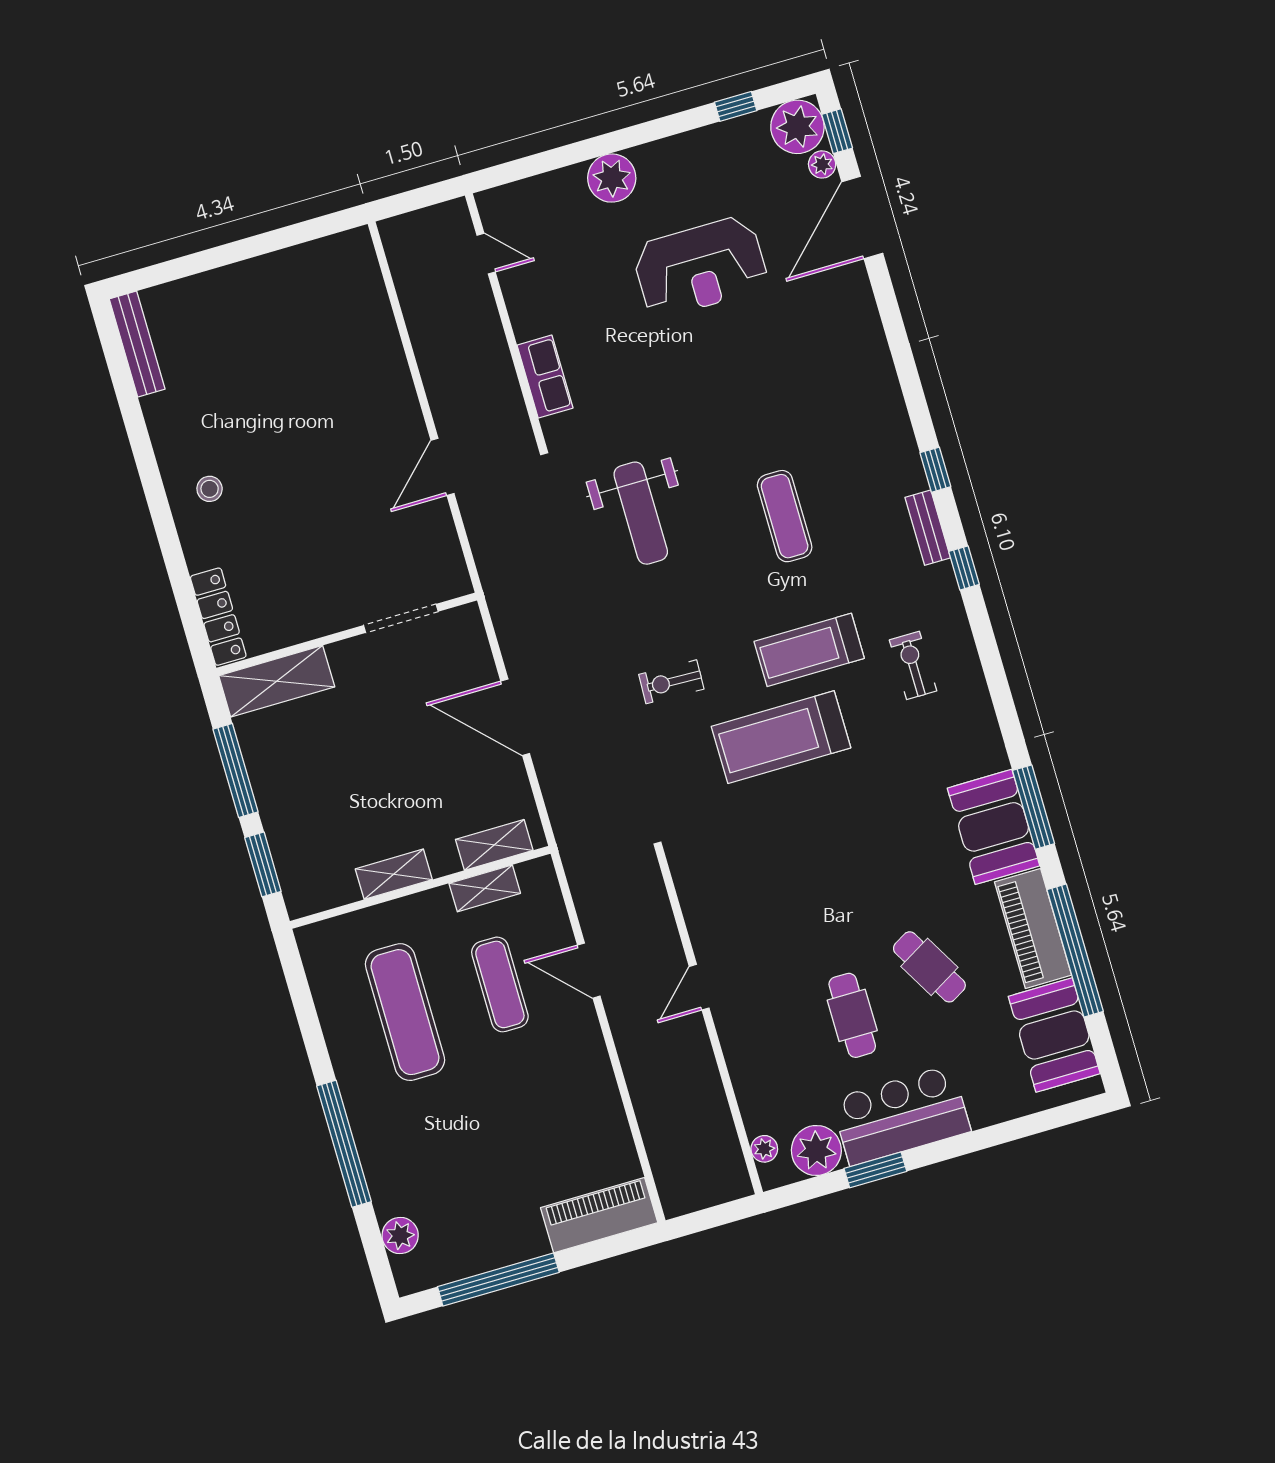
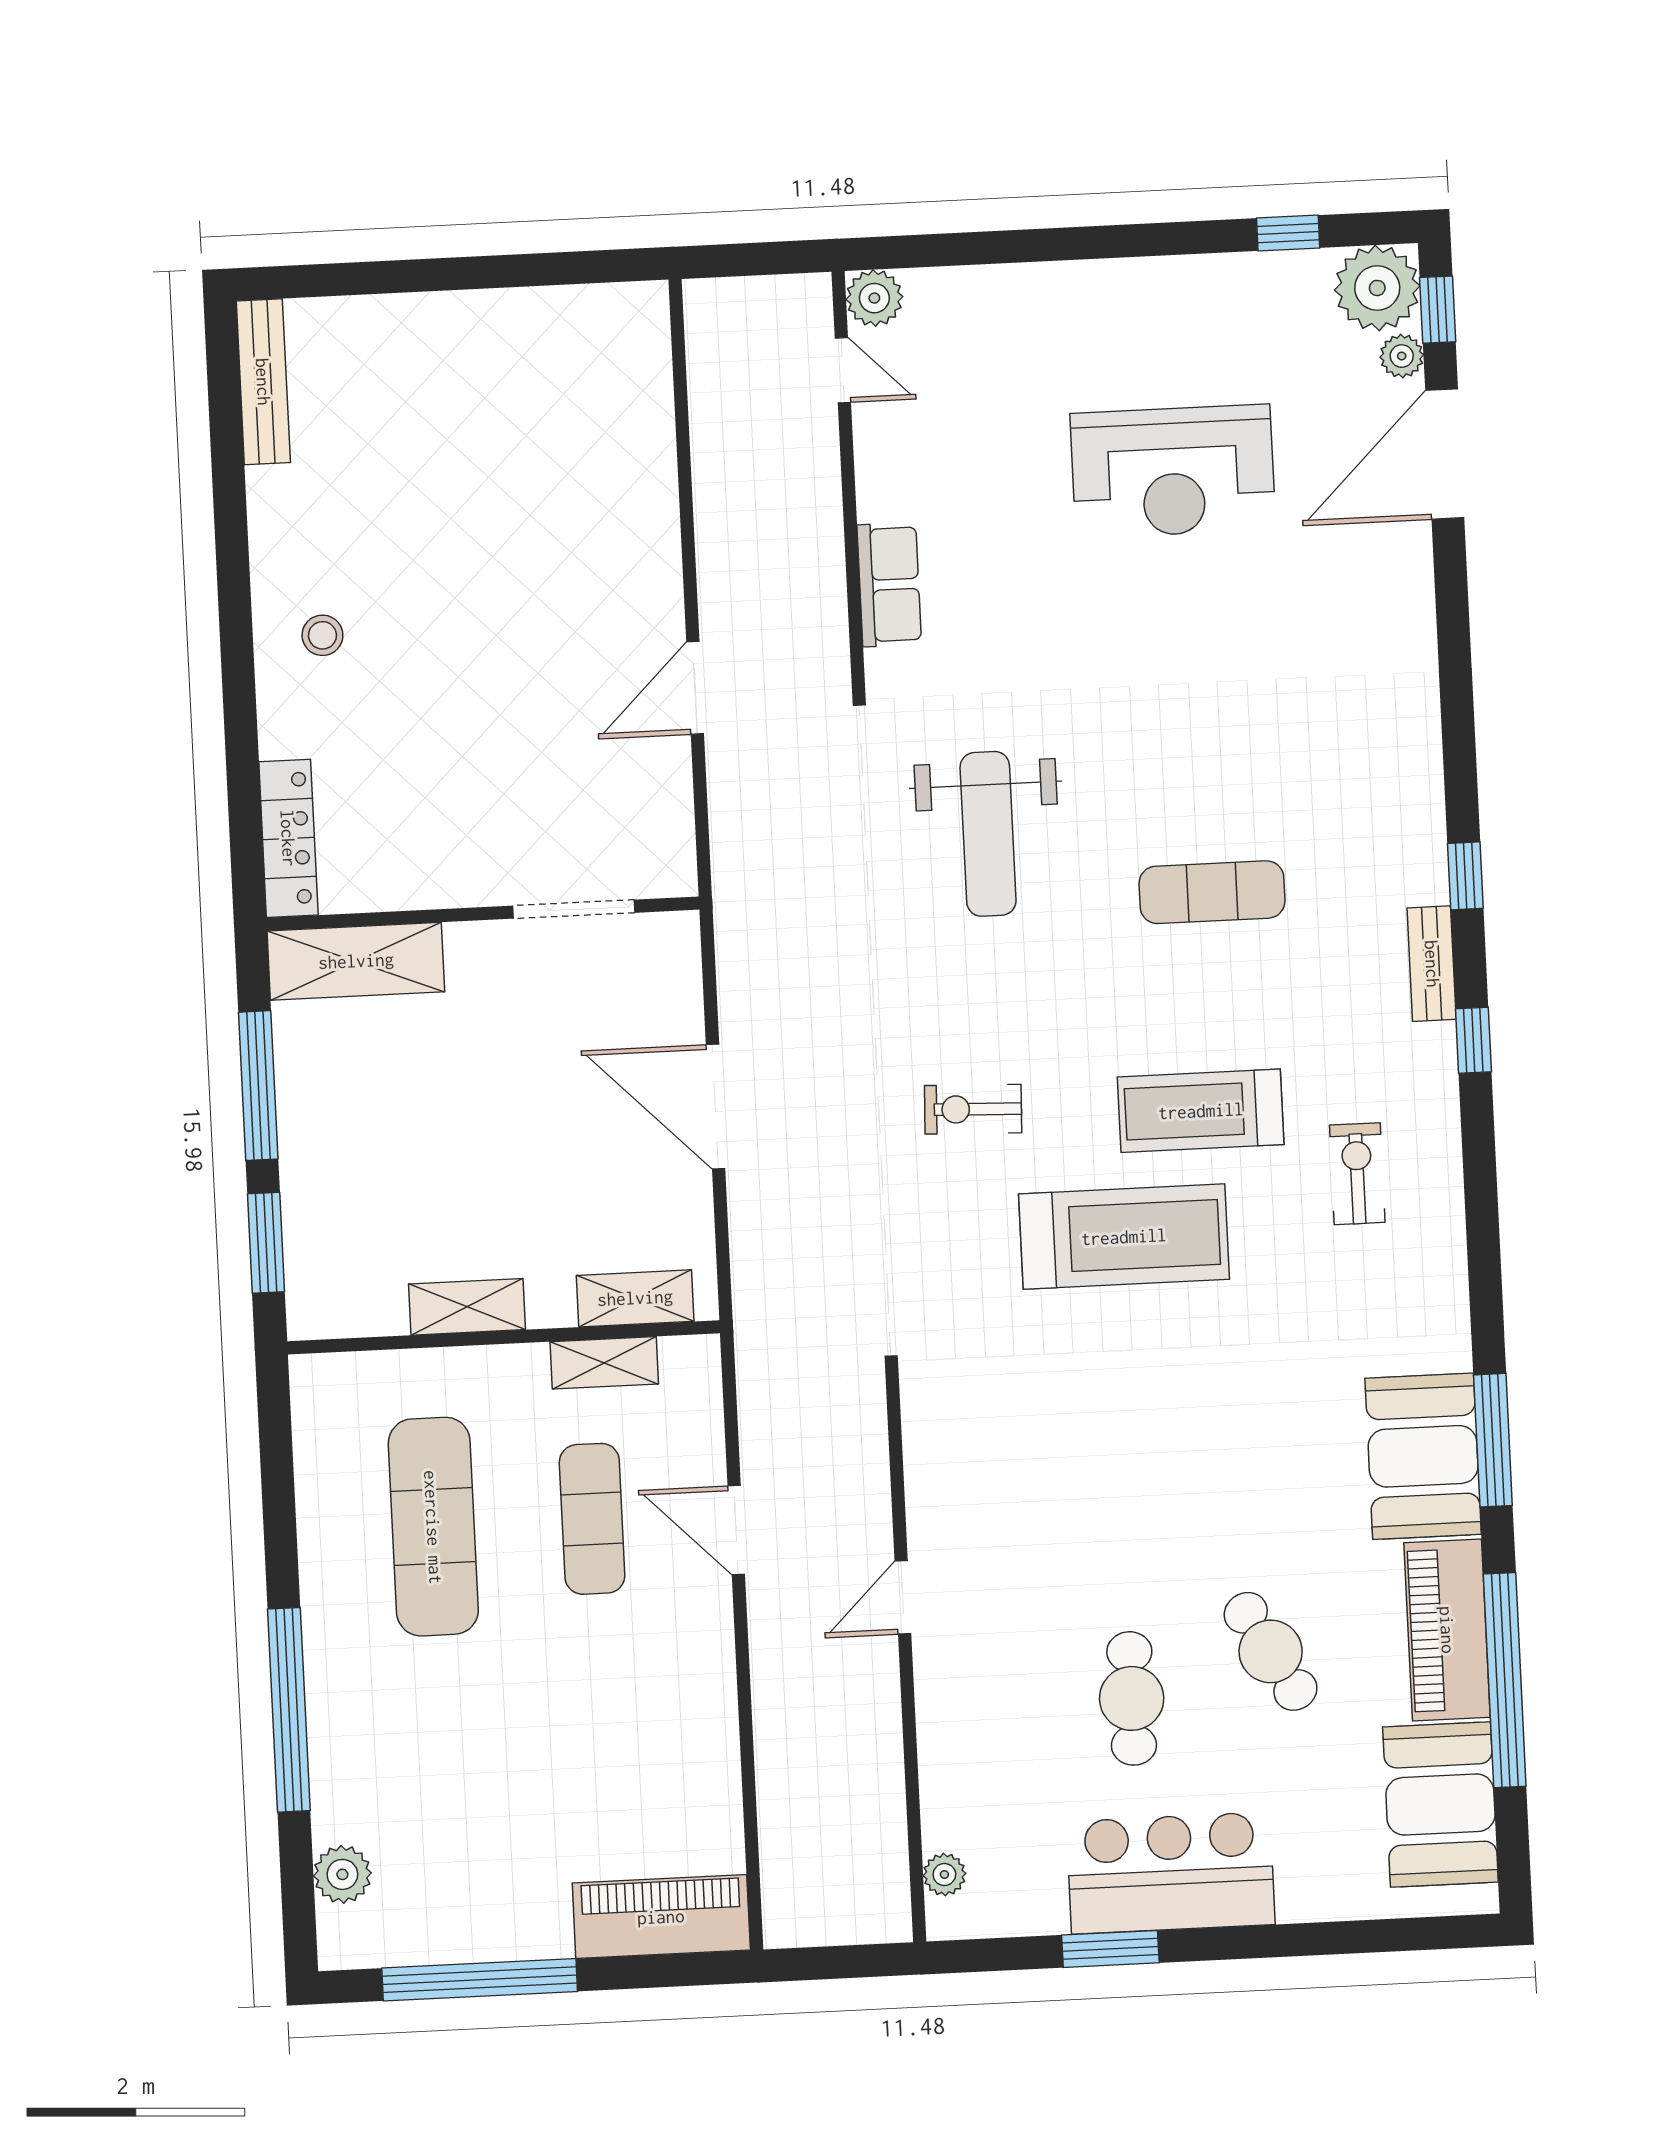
plant: (612, 178) -> (874, 298), moved, width x0.73, depth x0.73
exercise mat: (785, 516) -> (1212, 892), turned 90
treadmill: (781, 737) -> (1124, 1237), turned 180
plant: (816, 1150) -> (1025, 1897), removed

